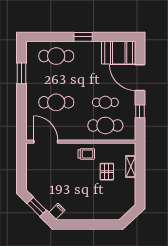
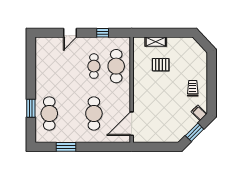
window: (83, 37) -> (31, 108), moved
booth: (119, 53) -> (46, 53), removed
door: (140, 78) -> (70, 33), width x0.53
trolley: (86, 154) -> (193, 88), moved

